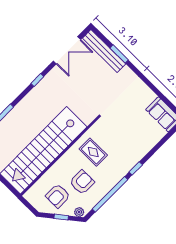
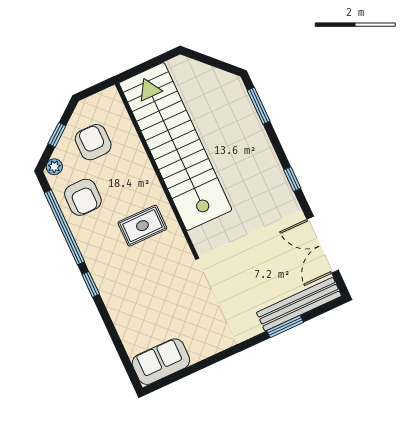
armchair: (82, 182) -> (83, 197), moved

